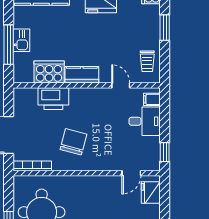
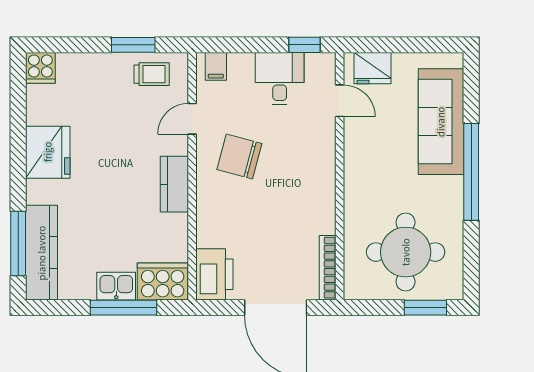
window: (165, 28) -> (133, 45), moved
cooker: (49, 72) -> (163, 281), moved, turned 90
printer: (53, 99) -> (214, 274), moved
desk: (145, 121) -> (280, 79), moved
chair: (73, 142) -> (239, 157), moved

